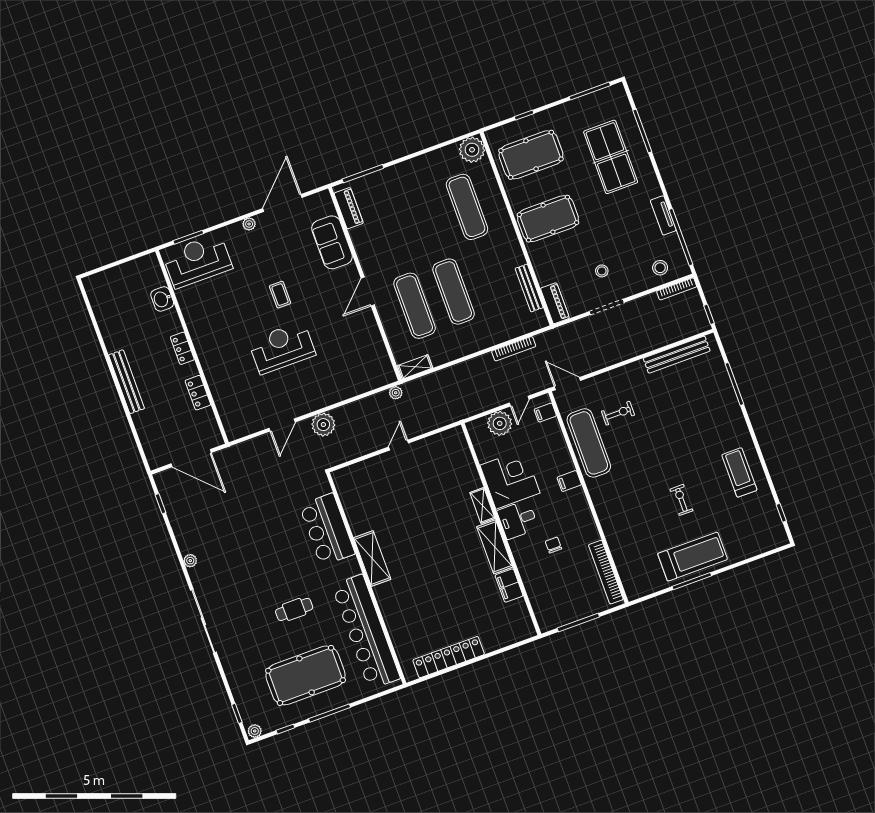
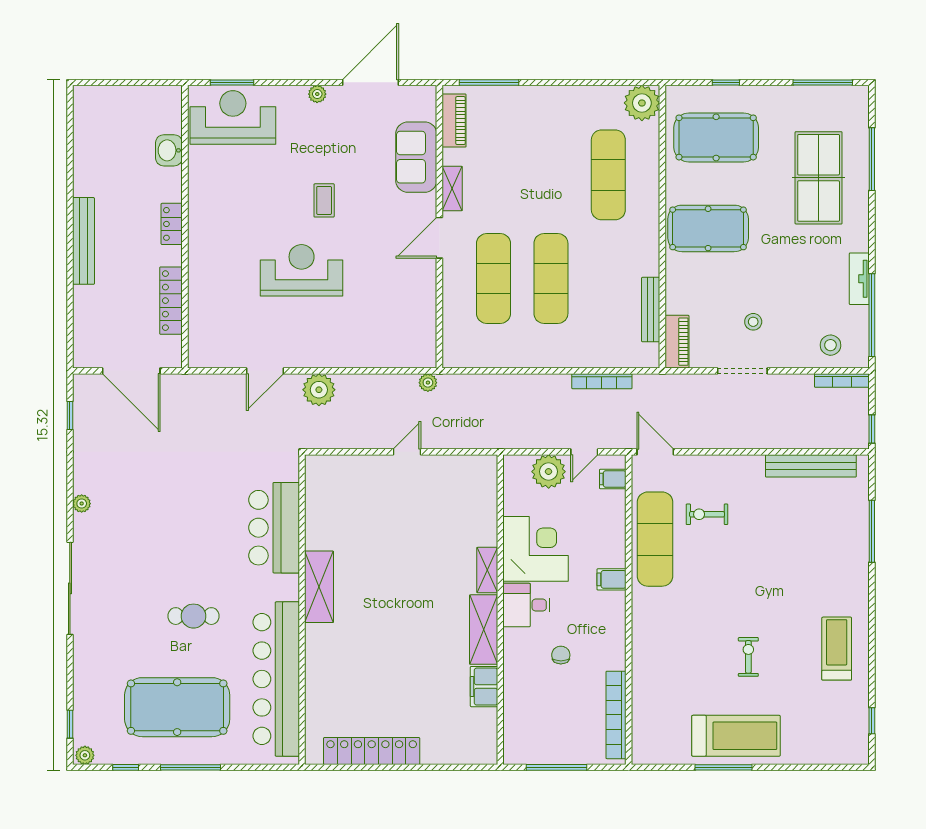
shelving: (415, 367) -> (452, 189), moved, turned 90
locker: (198, 393) -> (171, 301), width x1.53
exercise bike: (618, 413) -> (707, 514), turned 180

